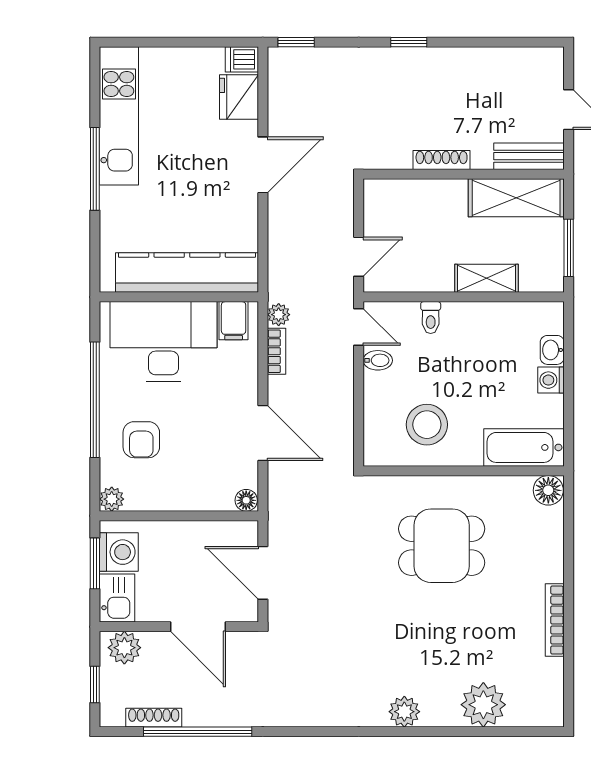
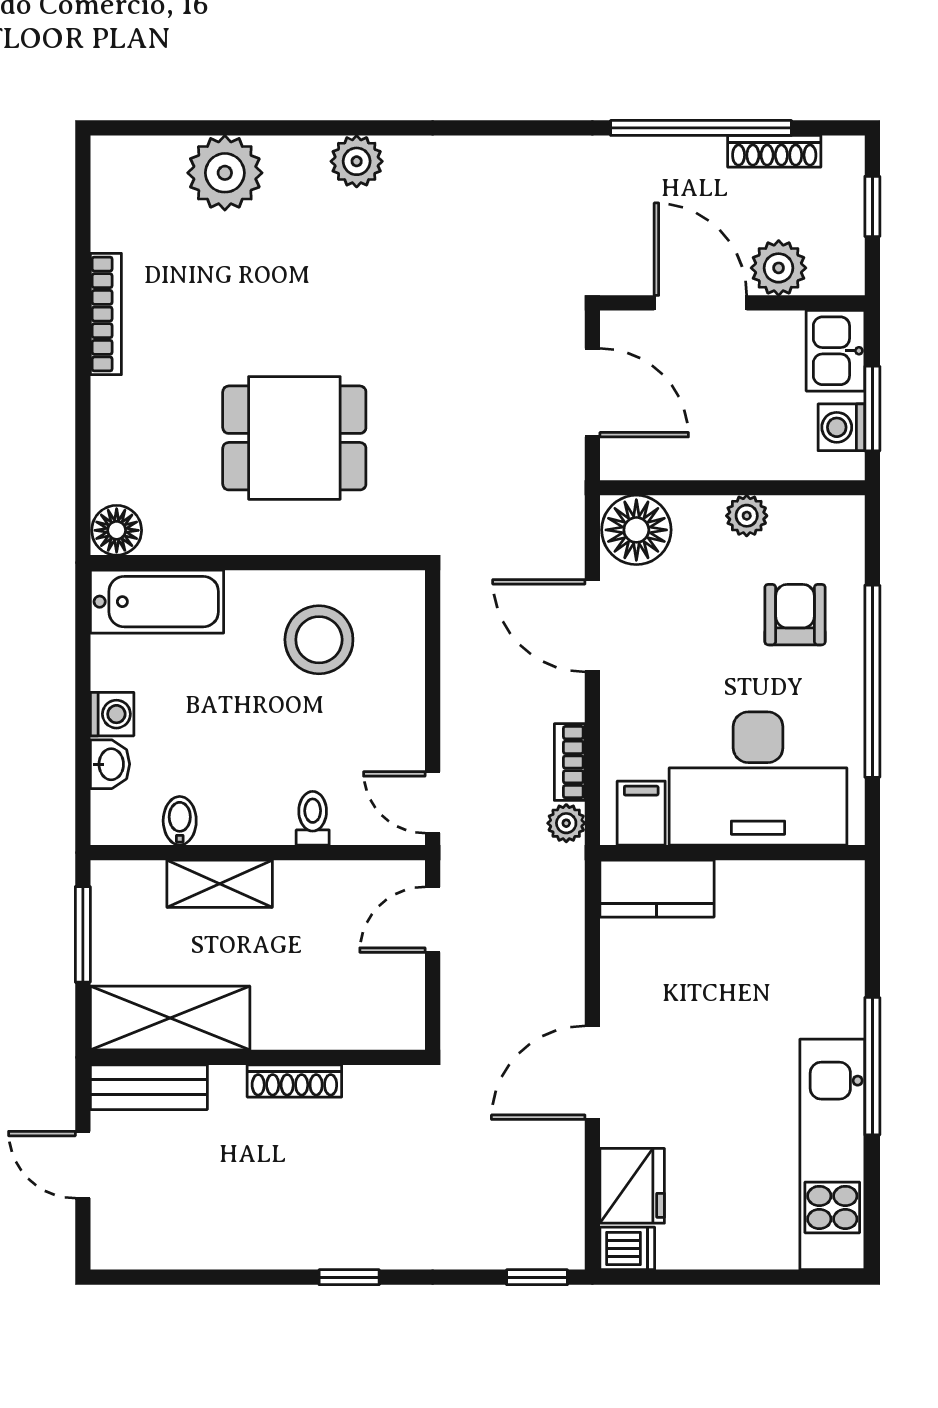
kitchen counter: (187, 273) -> (657, 889), width x0.48, depth x0.86
bidet: (378, 360) -> (180, 821), moved, turned 90
plant: (112, 499) -> (747, 516), moved
floor lamp: (246, 500) -> (636, 530), width x1.89, depth x1.89
washing machine: (119, 552) -> (841, 427), width x0.73, depth x0.73
plant: (124, 648) -> (779, 268), moved

